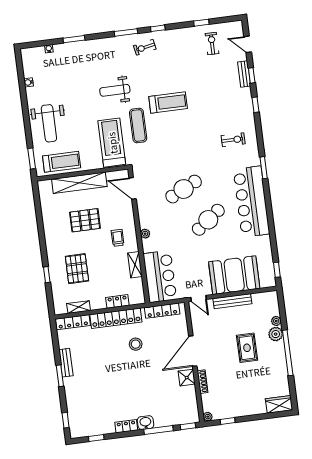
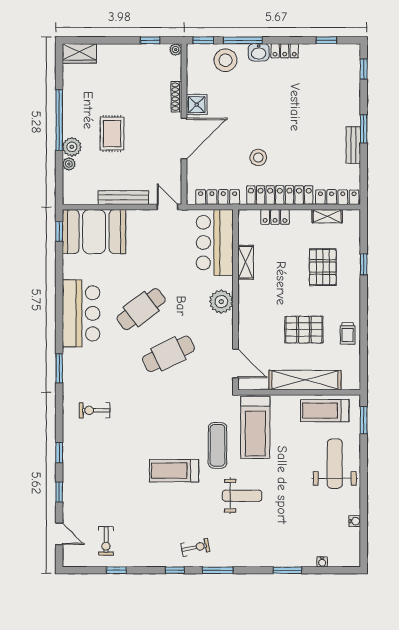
bench: (244, 74) -> (69, 495), removed
bar counter: (251, 202) -> (81, 313), width x0.73
plant: (145, 234) -> (221, 302), width x1.88, depth x1.88
trolley: (118, 238) -> (348, 333), moved
booth: (234, 275) -> (94, 232), moved
stool: (169, 413) -> (225, 60), added

